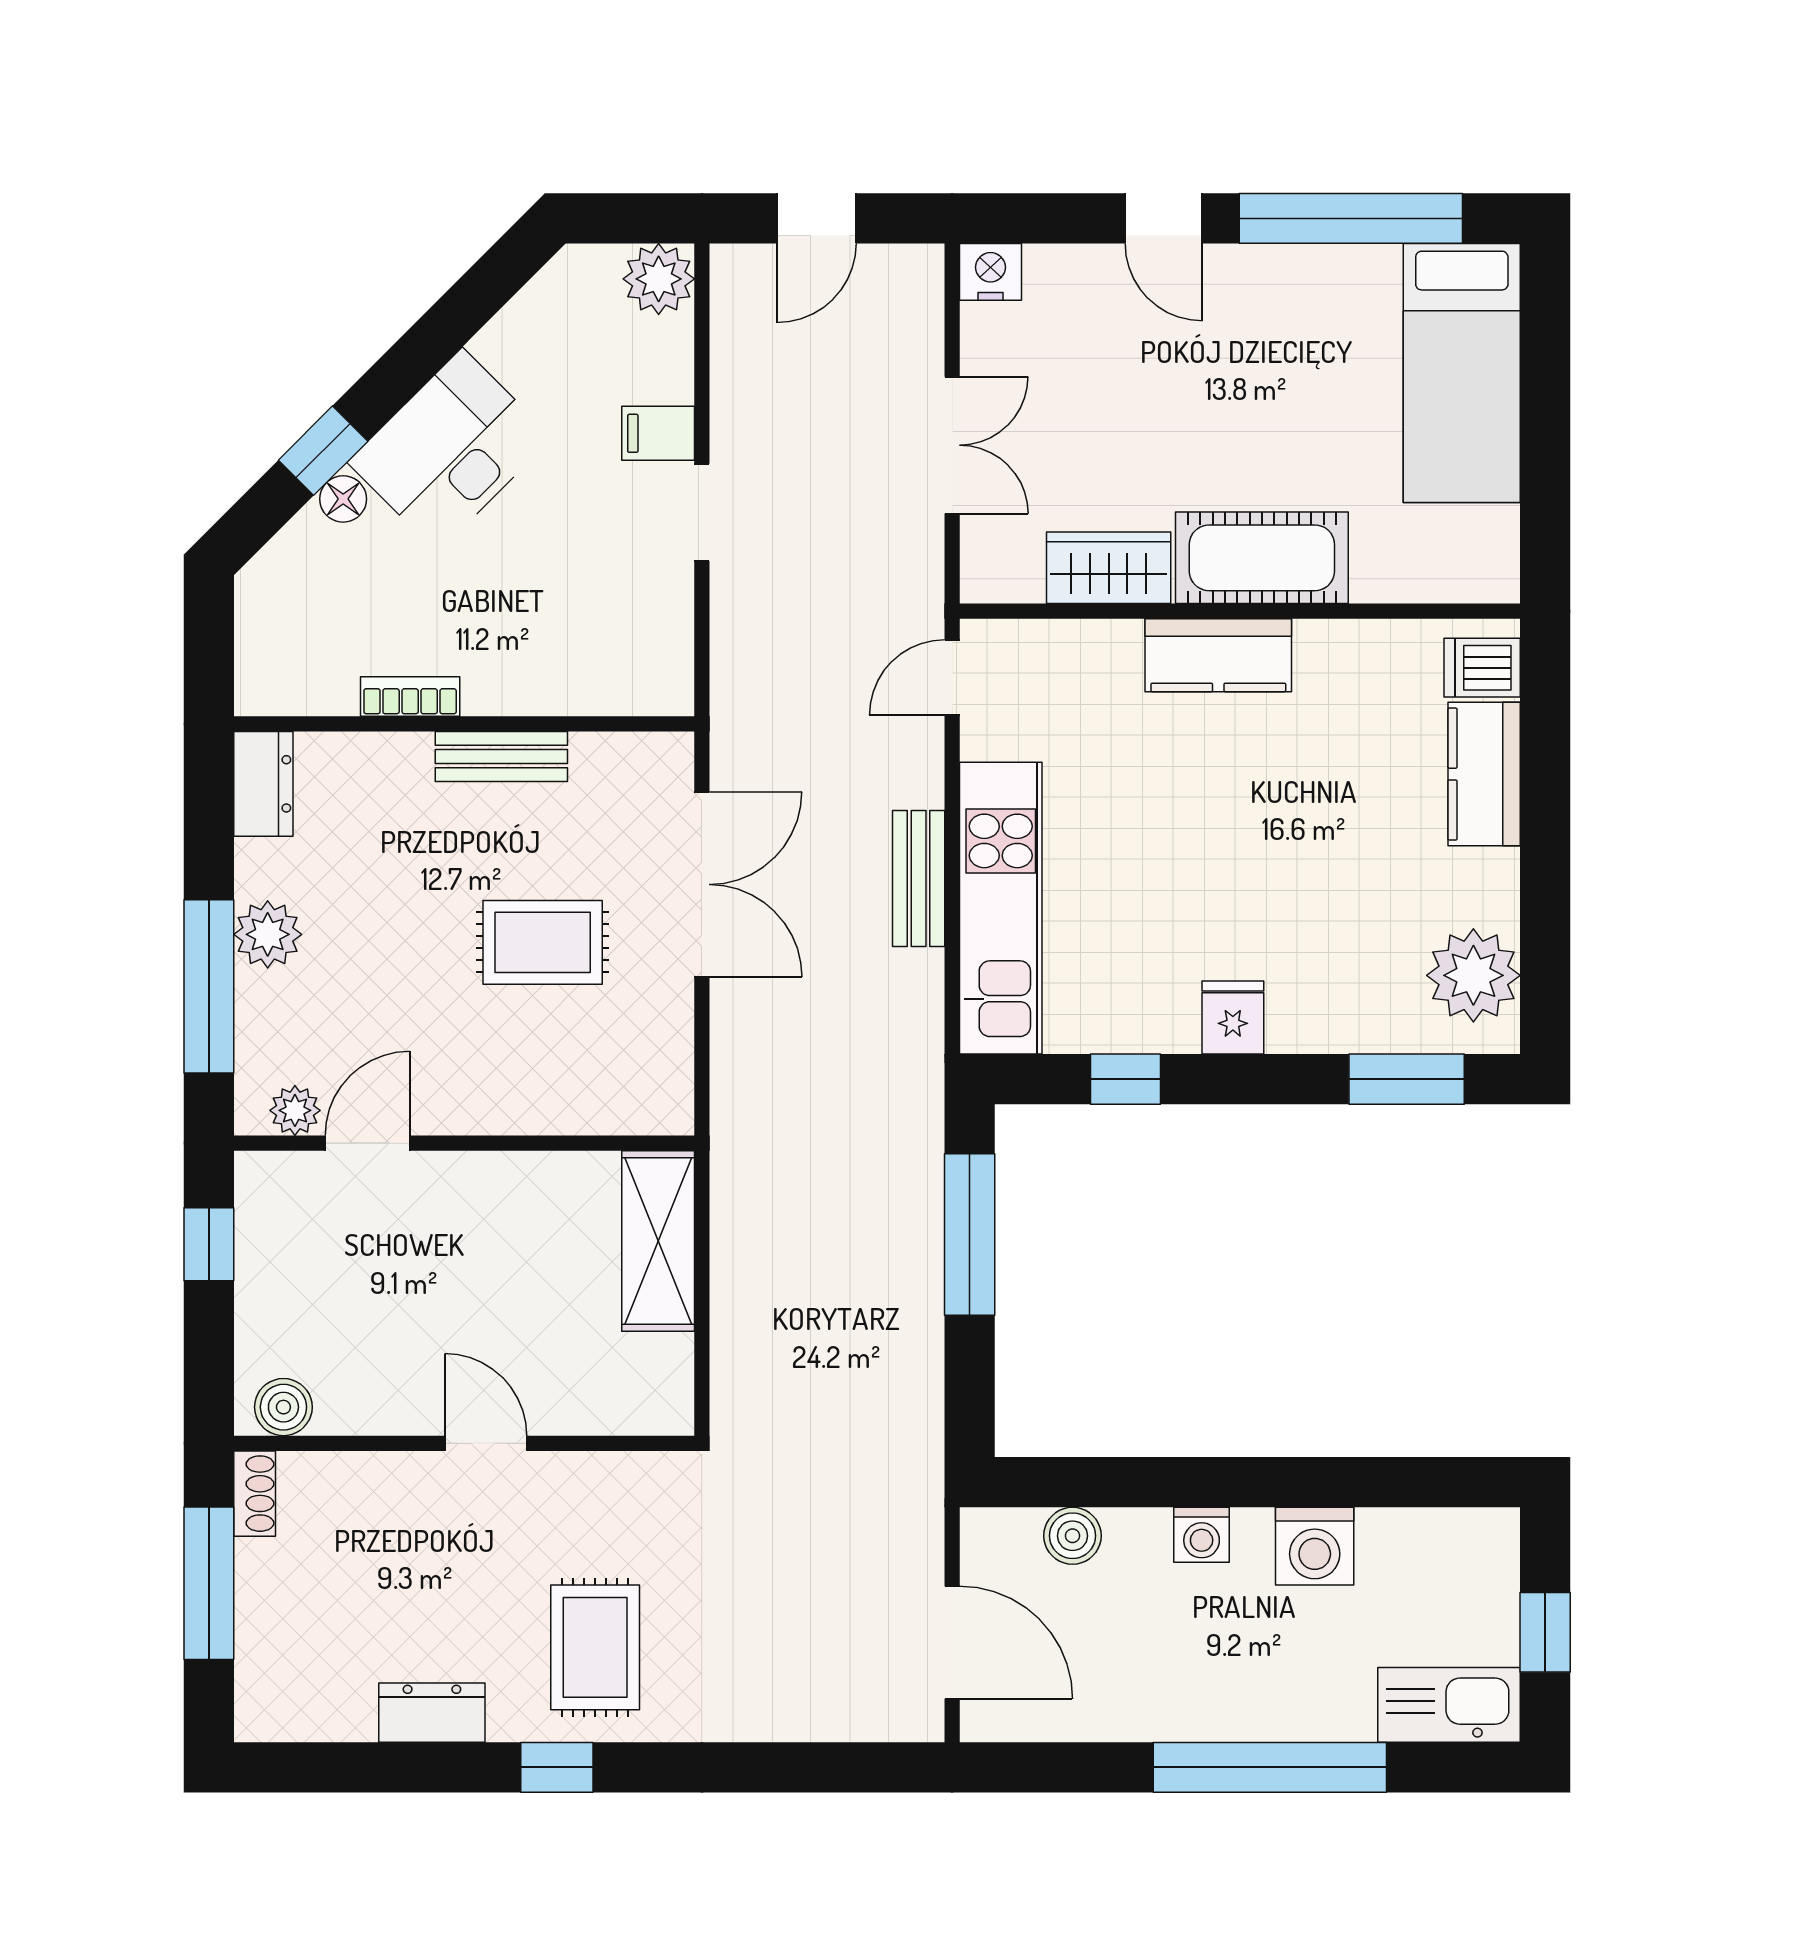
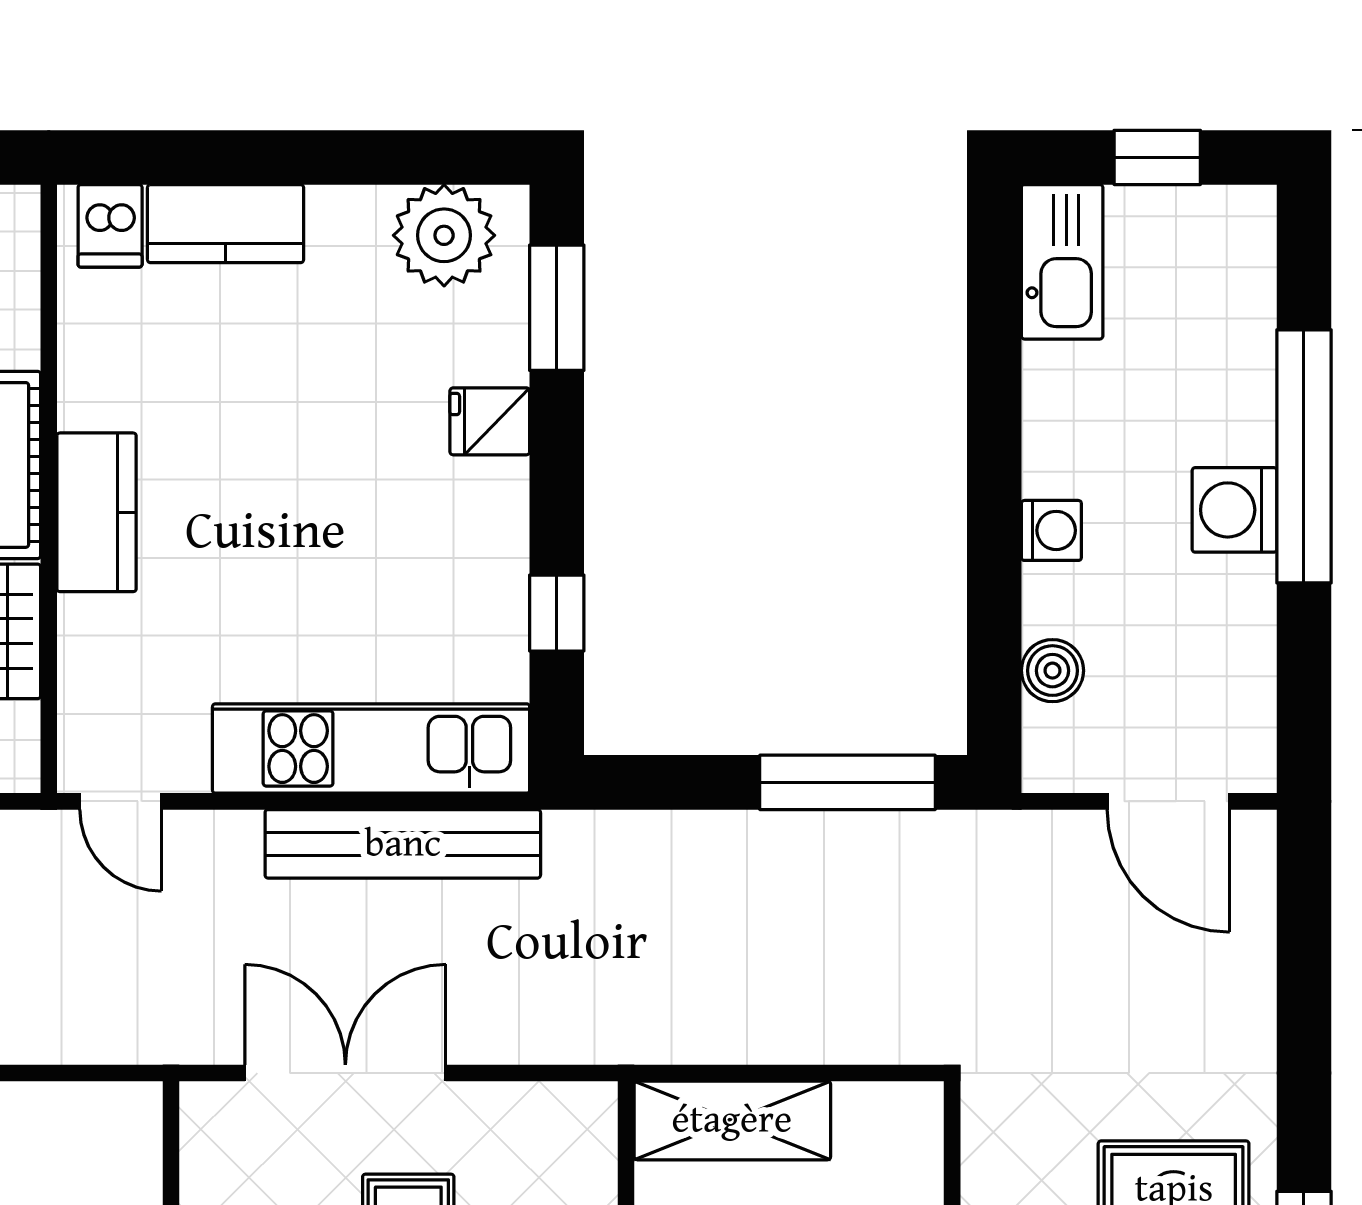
bench: (919, 879) -> (403, 844), width x1.86, depth x1.21
fridge: (1233, 1017) -> (490, 421), moved
window: (970, 1235) -> (848, 782), moved
washing machine: (1315, 1546) -> (1234, 510), moved, turned 180
door: (952, 1642) -> (1168, 801), swing flipped
kitchen sink: (1449, 1705) -> (1062, 262), moved, turned 180

